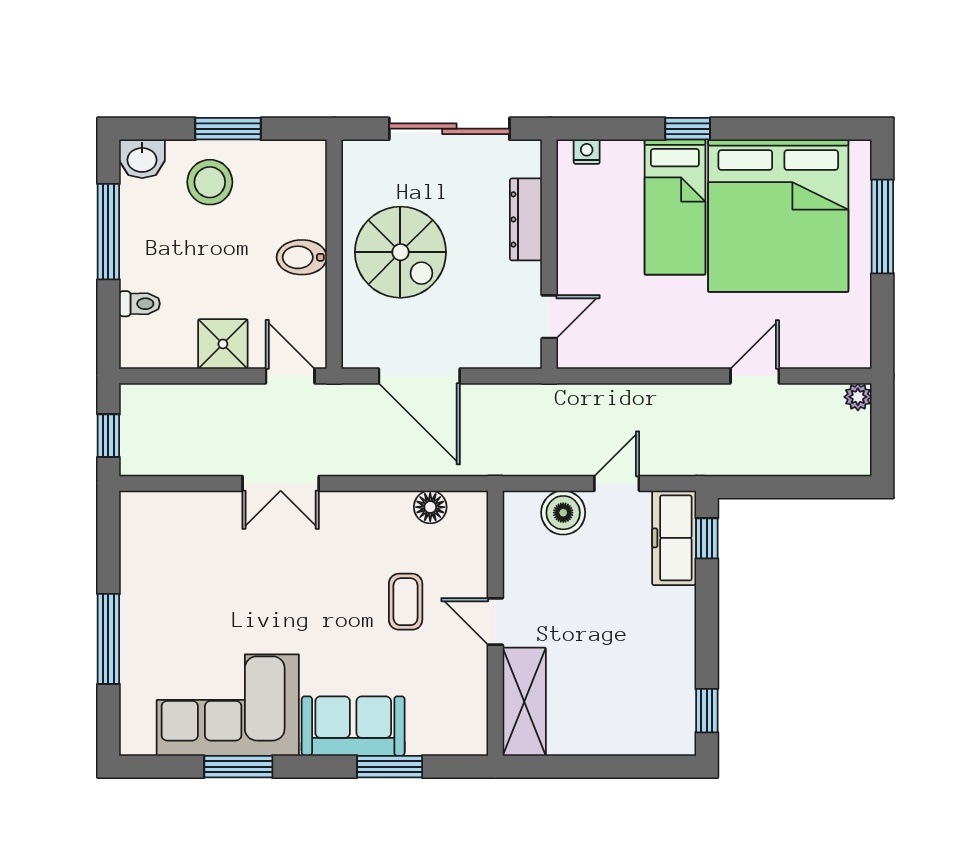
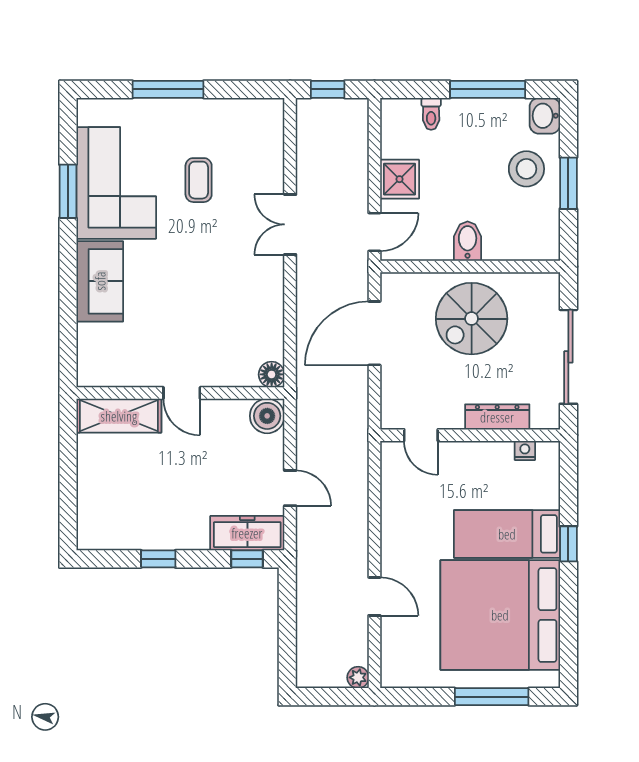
nightstand: (587, 152) -> (525, 450), moved, turned -90
floor lamp: (430, 507) -> (272, 374), moved
boiler: (563, 513) -> (267, 416), moved
coffee table: (406, 602) -> (199, 180), moved, turned 90
door: (495, 621) -> (182, 393), swing flipped
window: (707, 711) -> (158, 559), moved
window: (390, 767) -> (68, 310), removed

